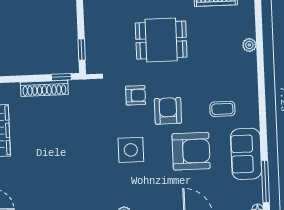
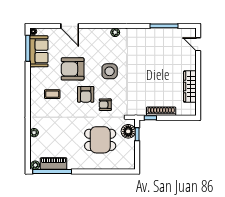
dining table: (161, 40) -> (100, 140), moved
floor lamp: (96, 54) -> (128, 131), added
sofa: (246, 154) -> (39, 51), moved

